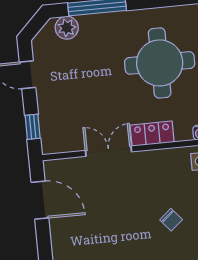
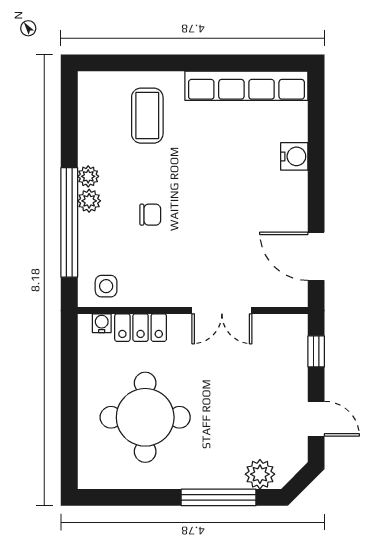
locker: (152, 134) -> (141, 328), moved
chair: (171, 220) -> (150, 215), turned 130

